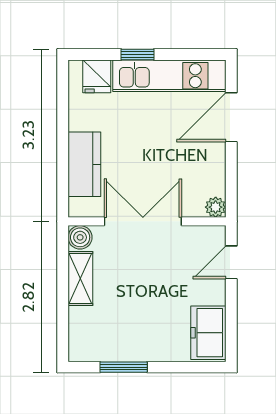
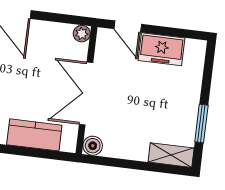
shelving: (80, 278) -> (171, 155), moved
freezer: (208, 333) -> (162, 49), moved

